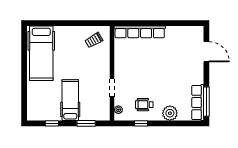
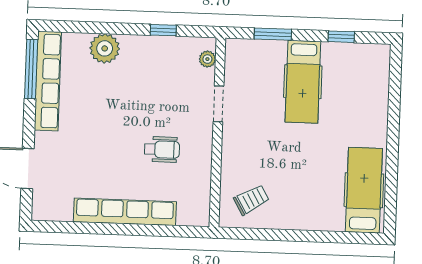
row of seats: (140, 32) -> (125, 212), moved
hospital bed: (41, 53) -> (364, 190), width x0.73, depth x0.78
row of seats: (198, 103) -> (48, 81), width x1.36
wheelchair: (144, 105) -> (162, 149), moved

